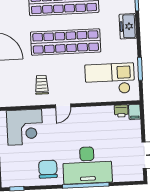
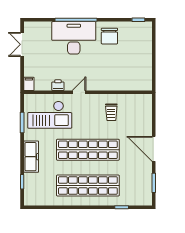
freezer: (128, 26) -> (31, 157), width x1.40
door: (63, 106) -> (79, 92), moved
printer: (121, 111) -> (58, 85), moved
corner desk: (25, 127) -> (128, 75), removed

